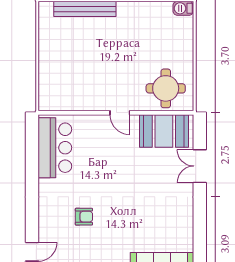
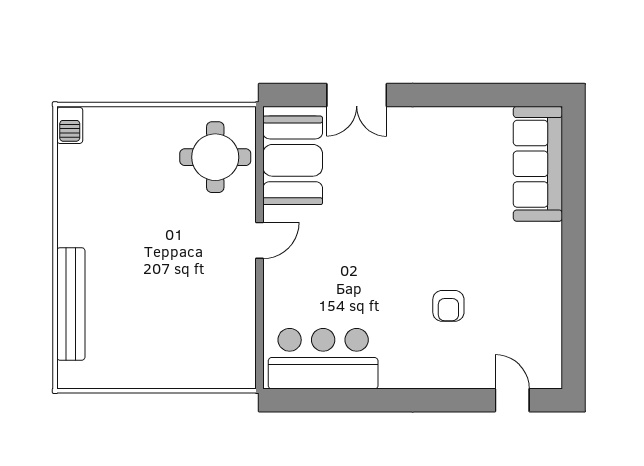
armchair: (84, 217) -> (448, 306), turned 180

